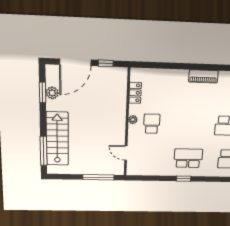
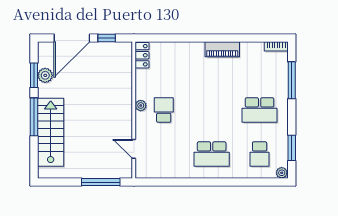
locker: (135, 93) -> (142, 55), moved
window: (44, 151) -> (34, 117), moved
school desk: (188, 158) -> (212, 154), turned 180
window: (184, 179) -> (208, 182), removed

